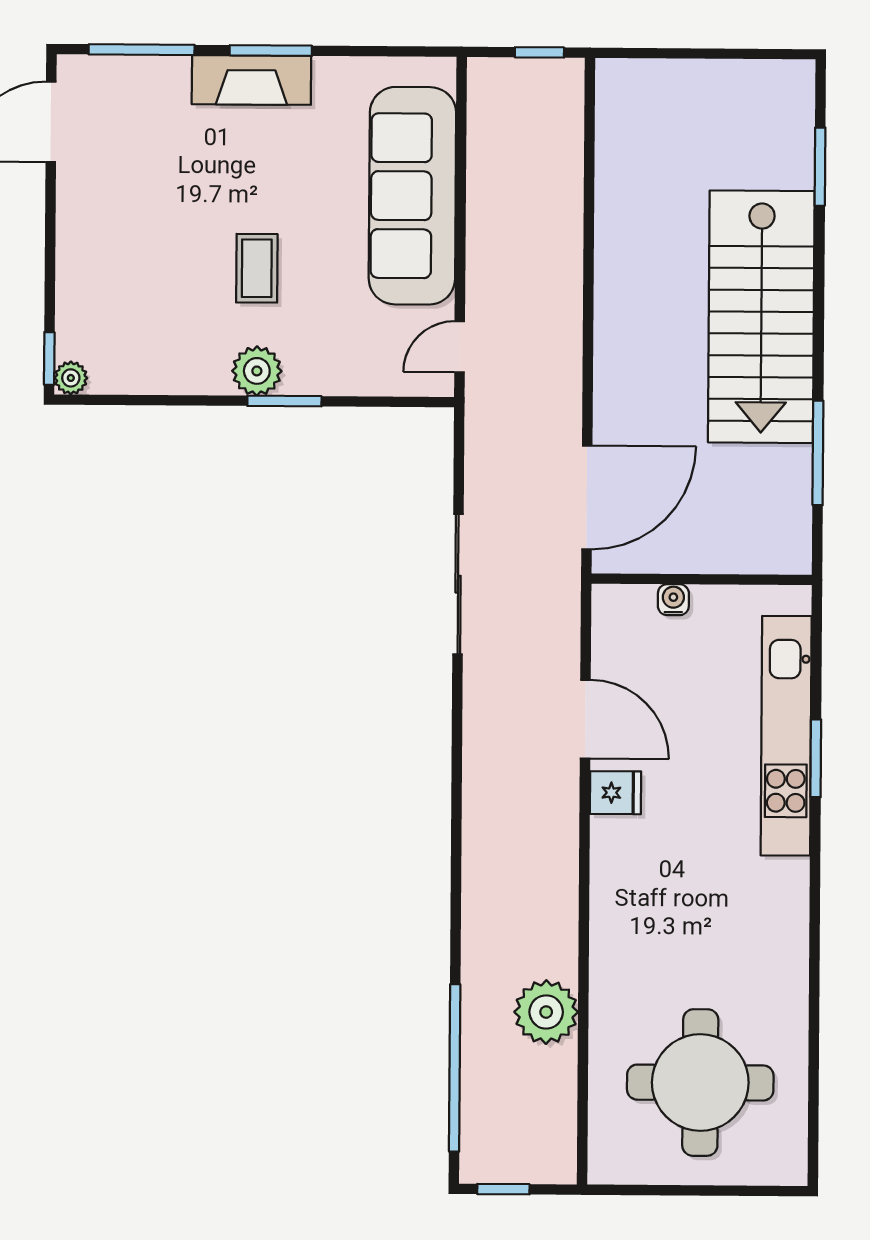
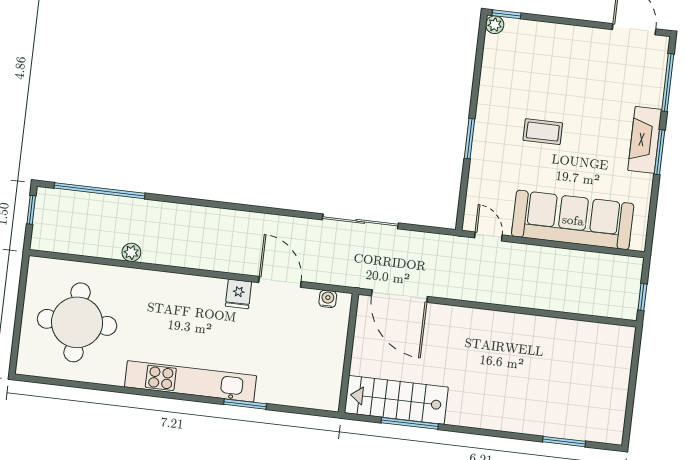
stairs: (761, 317) -> (396, 400), moved, width x0.73, depth x0.66
plant: (257, 371) -> (487, 125), removed
water cooler: (673, 600) -> (328, 299), moved, turned -90
door: (585, 719) -> (280, 282), swing flipped
kitchen unit: (786, 736) -> (190, 381), moved
plant: (546, 1012) -> (131, 252), width x0.53, depth x0.53

